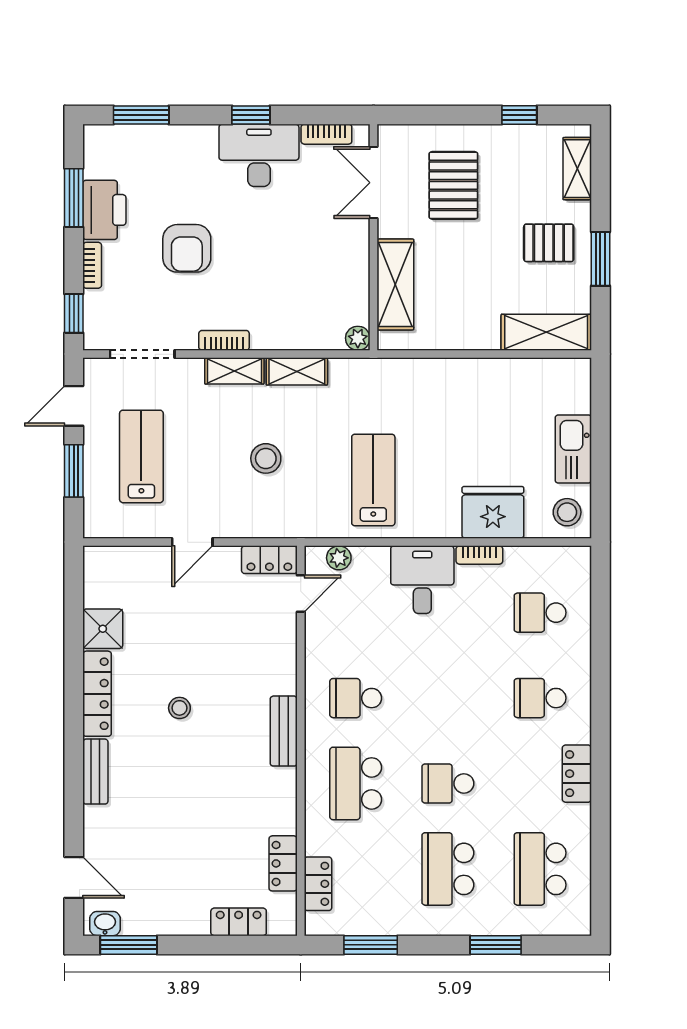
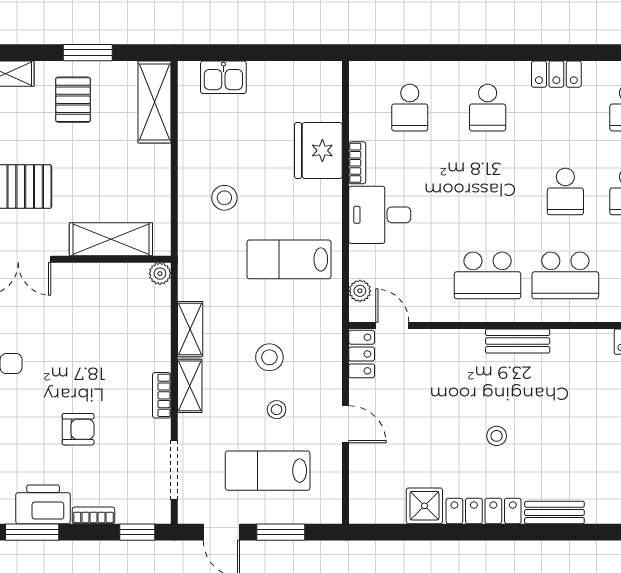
armchair: (187, 248) -> (78, 429), width x0.72, depth x0.72
kitchen sink: (573, 449) -> (223, 77), moved, width x0.73
stool: (208, 466) -> (277, 410), added
stool: (567, 512) -> (224, 198), moved
school desk: (356, 698) -> (488, 275), width x1.85

